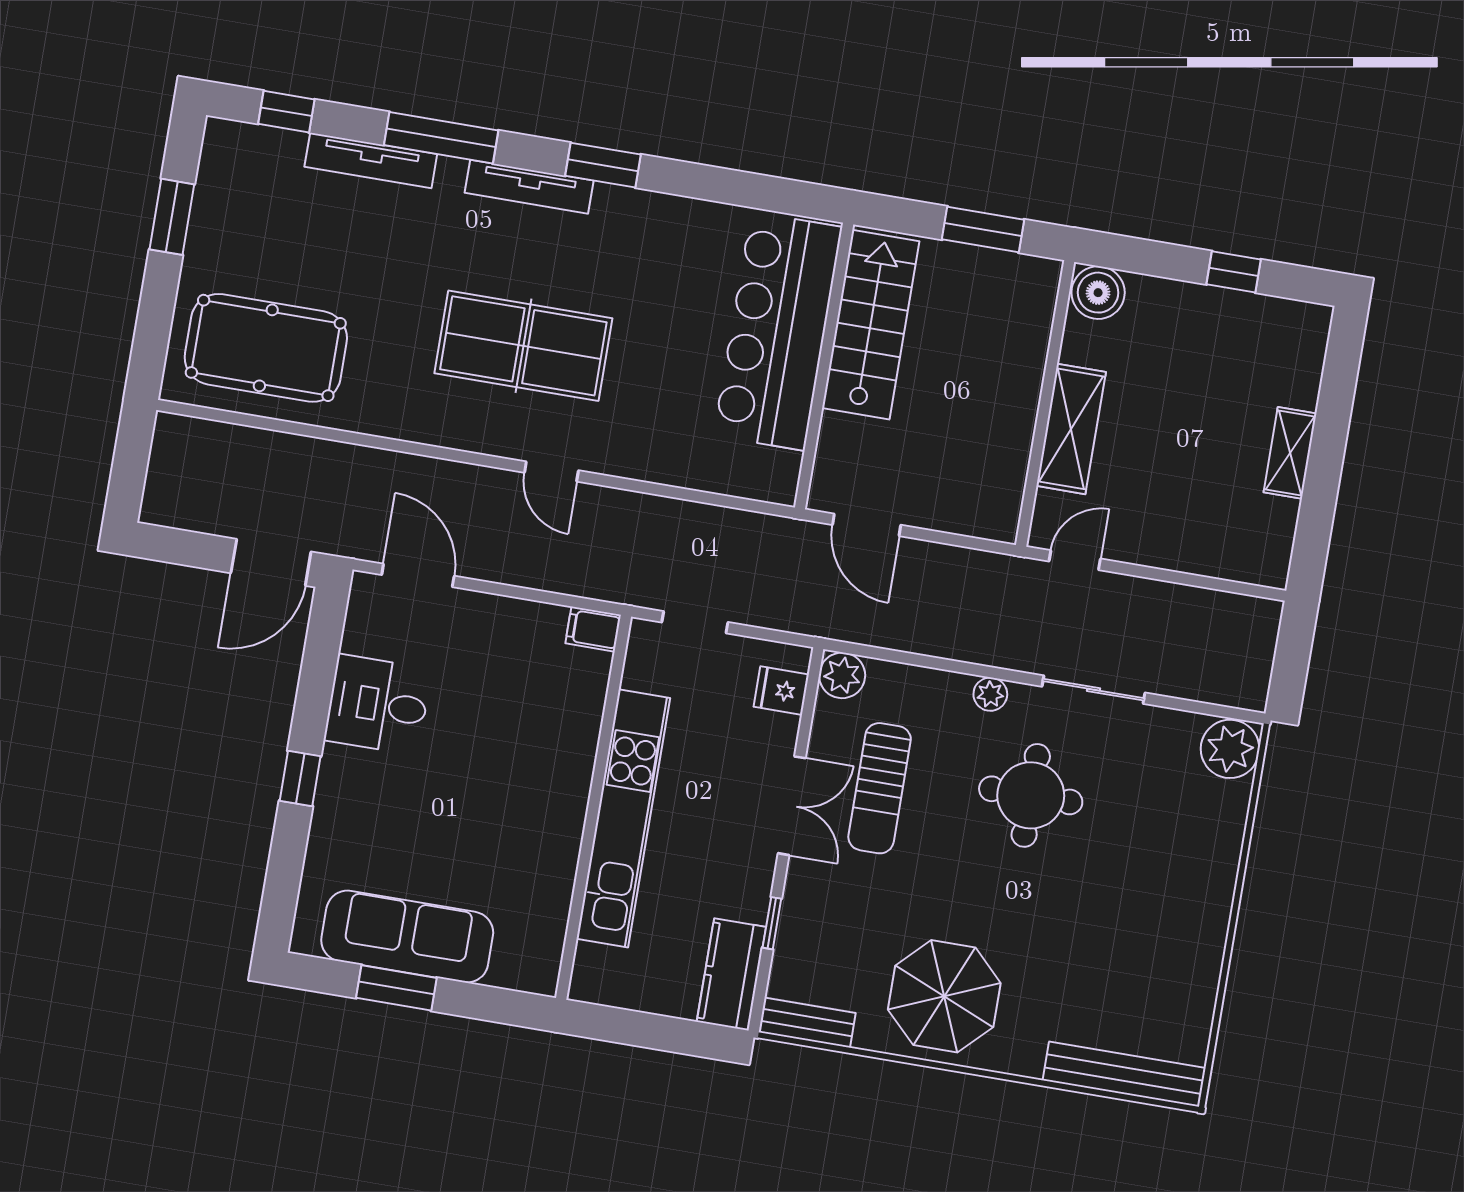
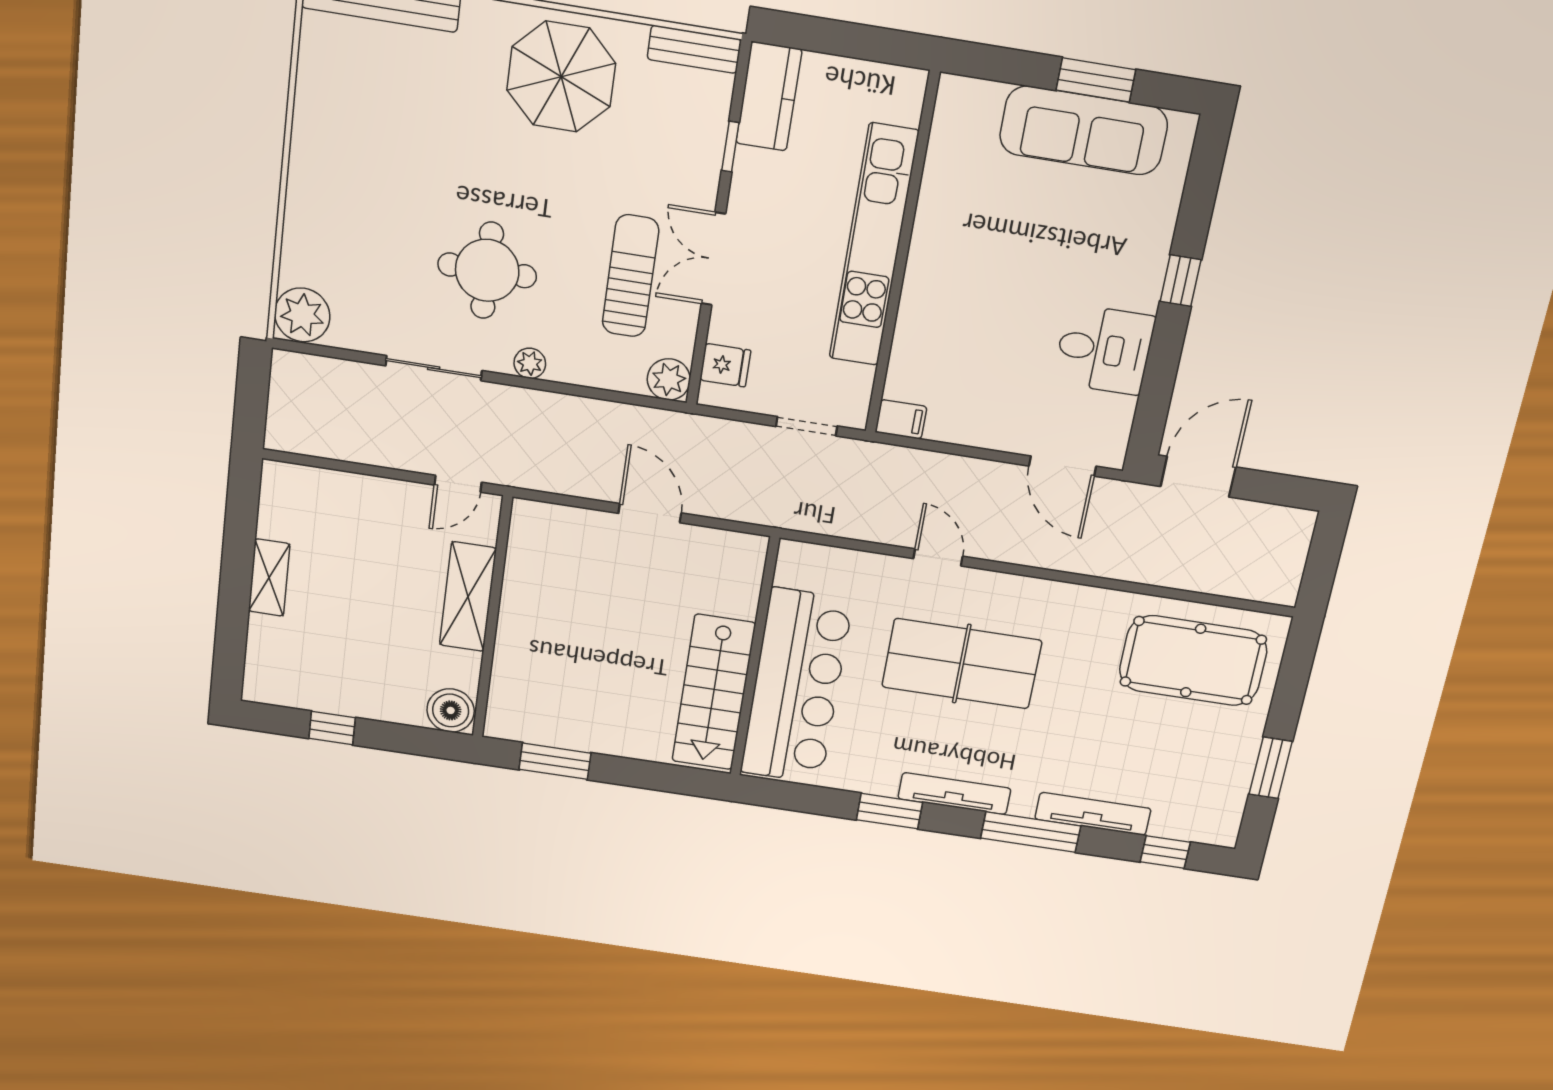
stairs: (871, 325) -> (714, 692), moved
bar counter: (778, 331) -> (796, 686), moved
wall: (824, 366) -> (755, 658), moved

